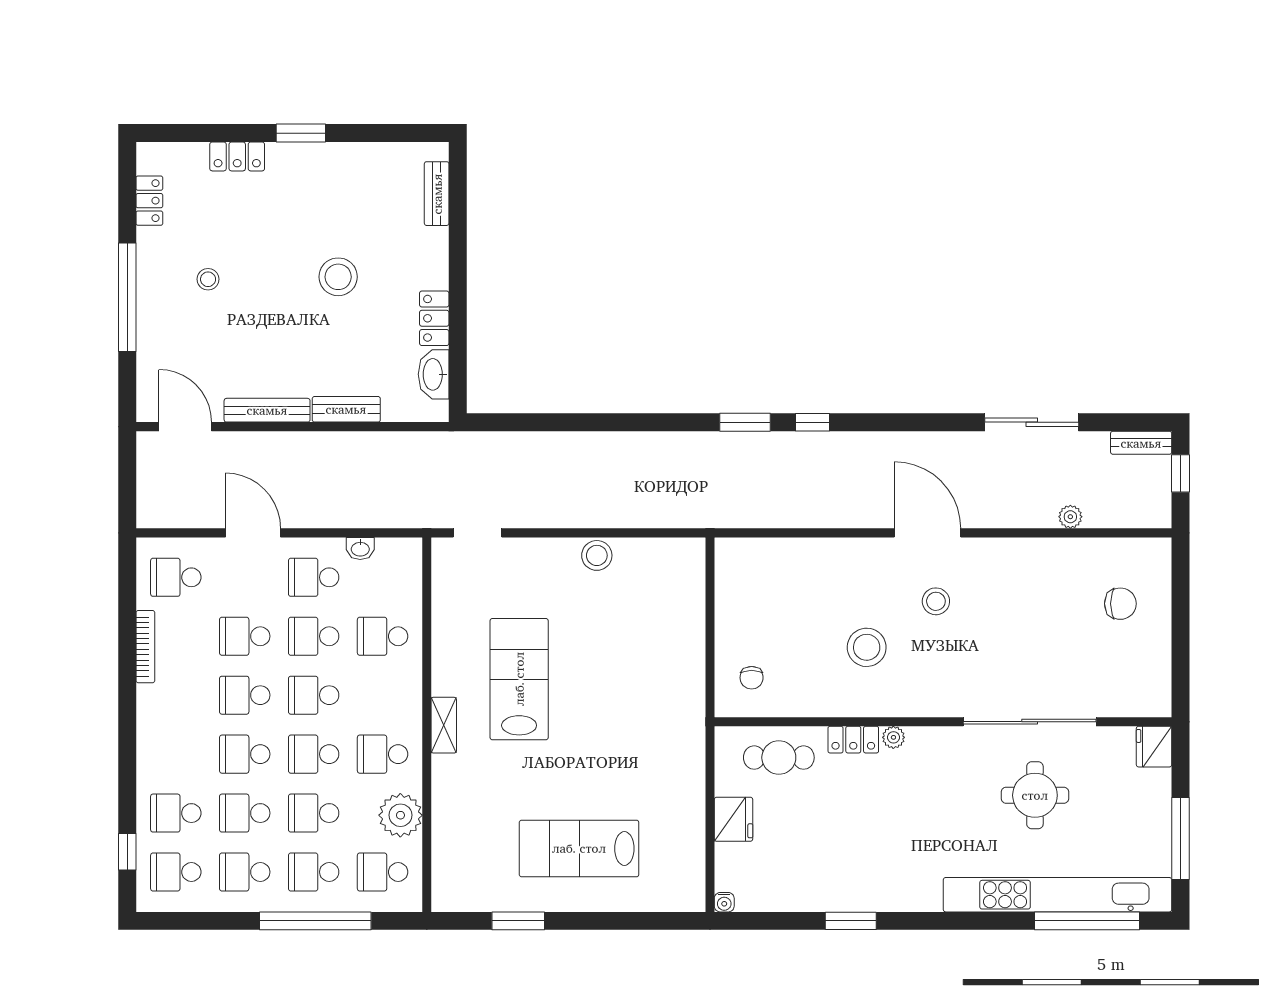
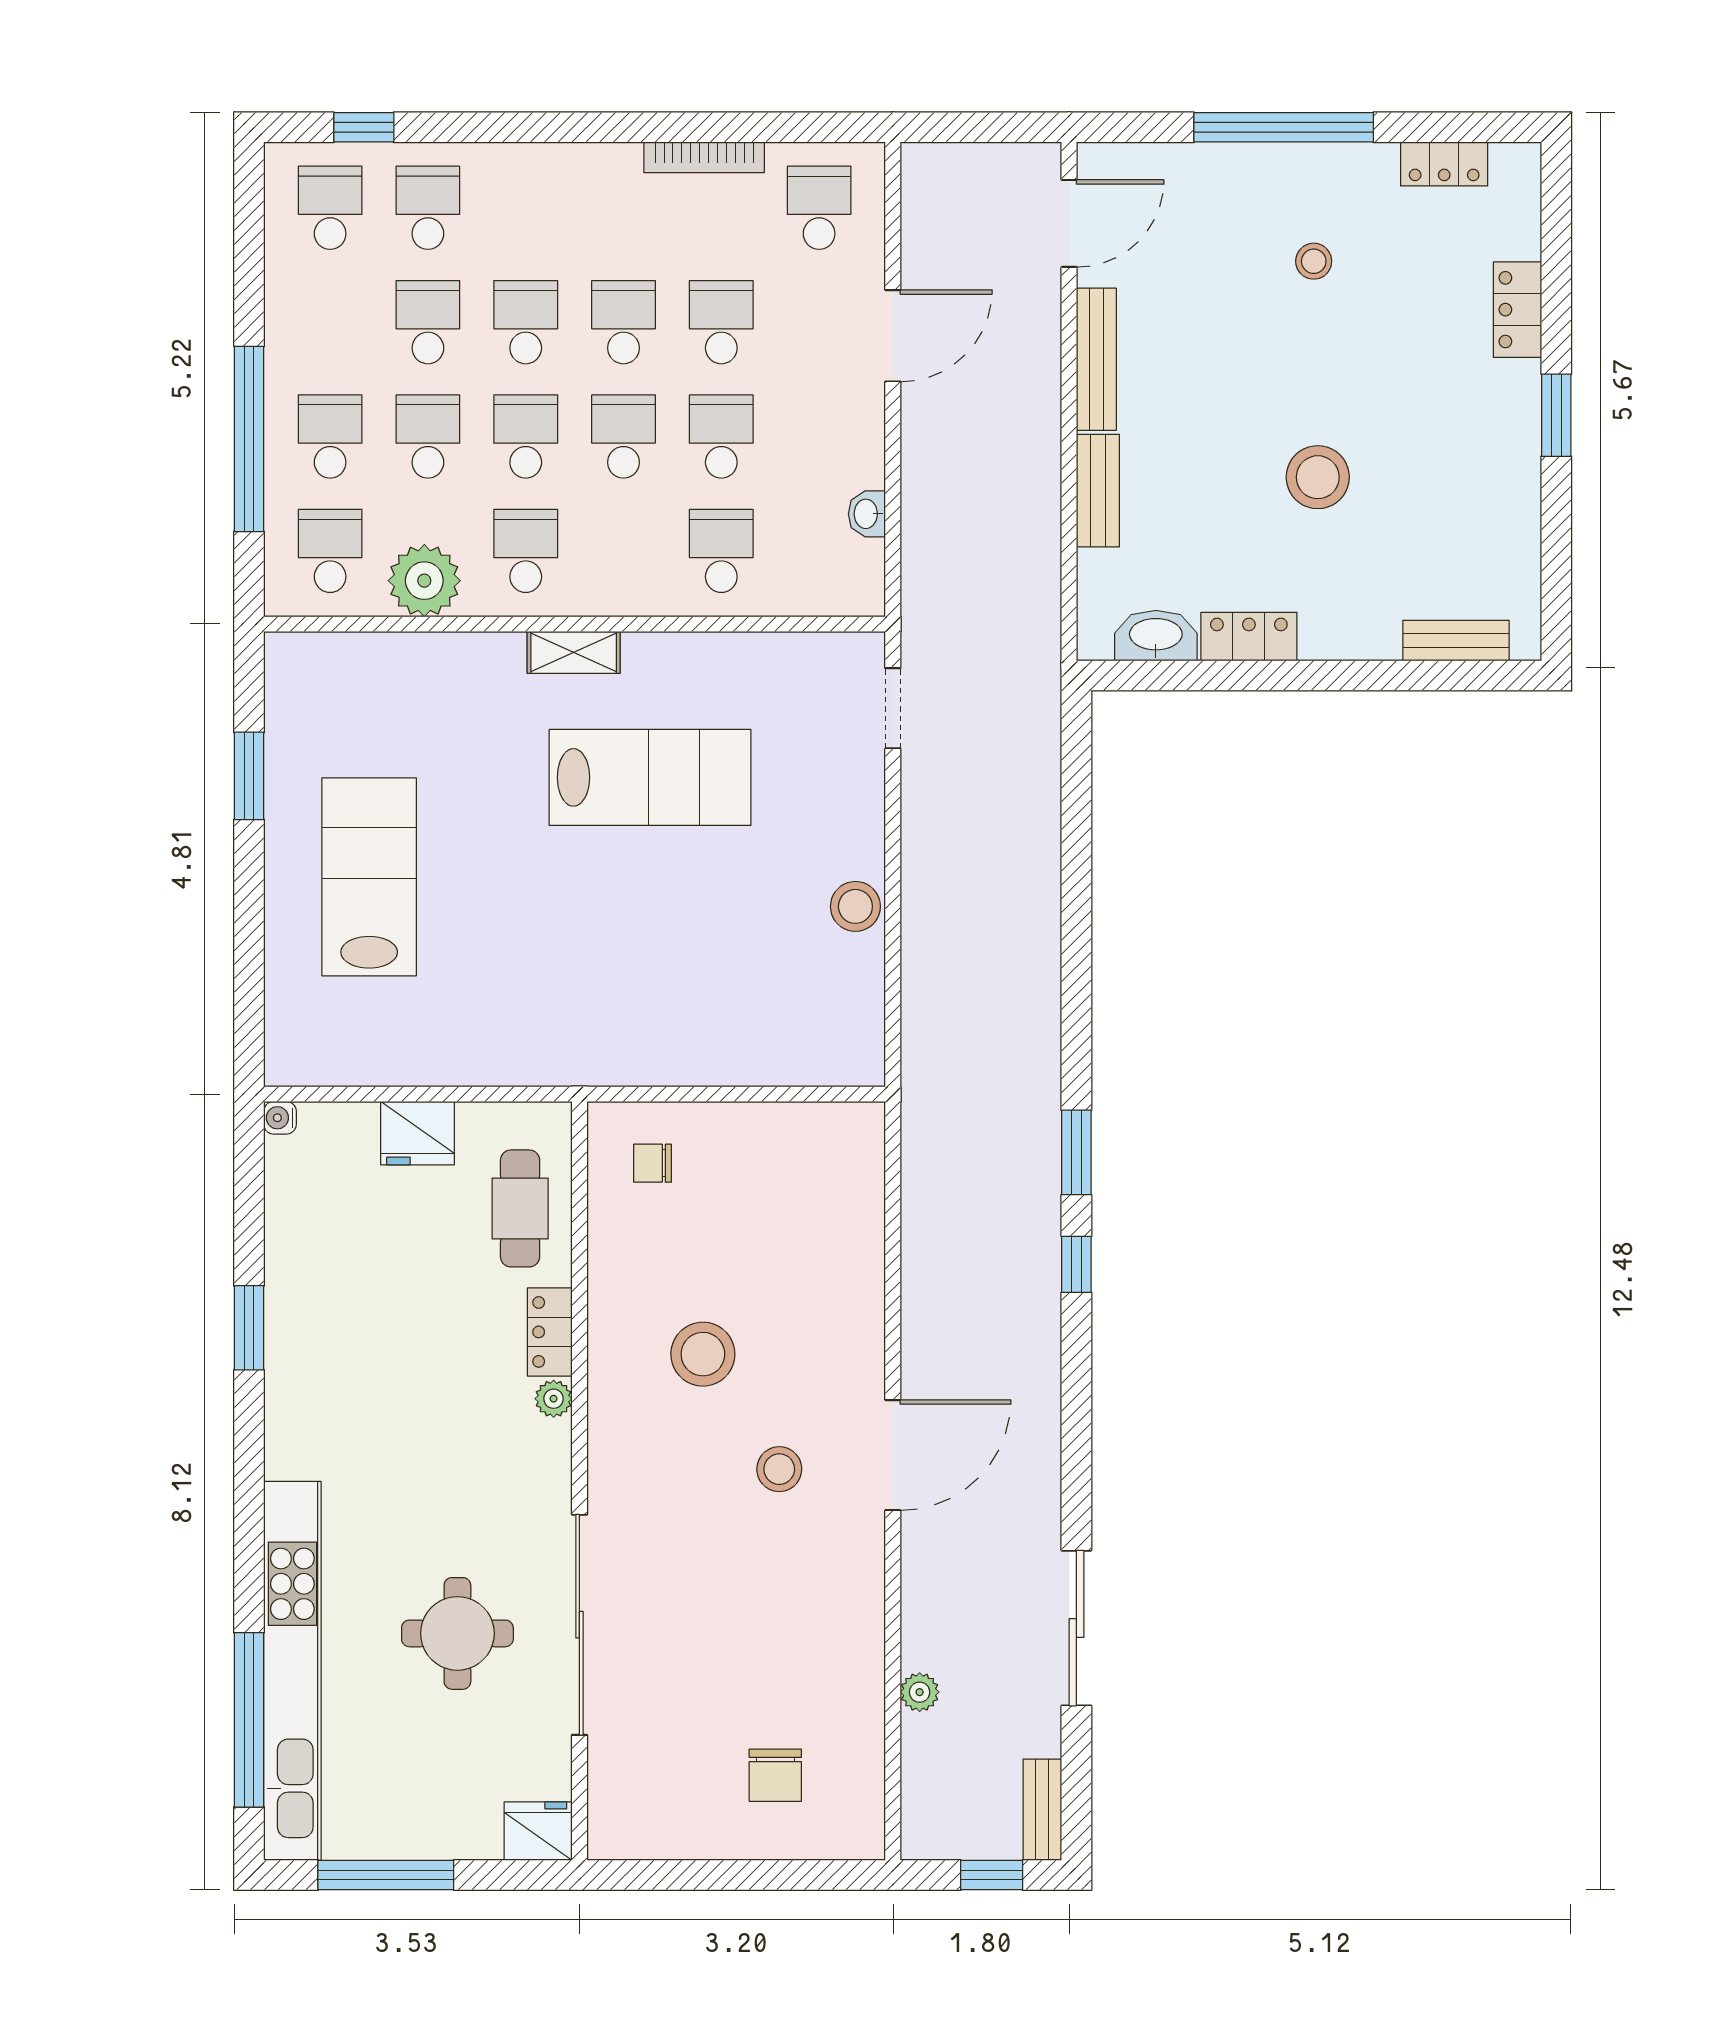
school desk: (314, 577) -> (819, 437), removed
school desk: (245, 872) -> (330, 322), removed

